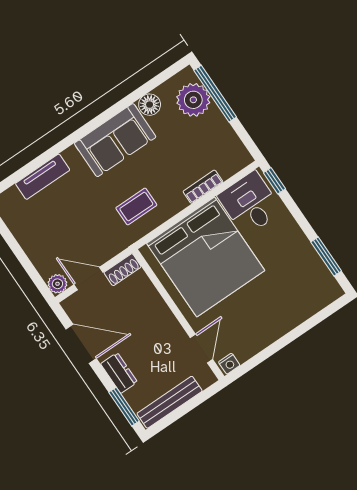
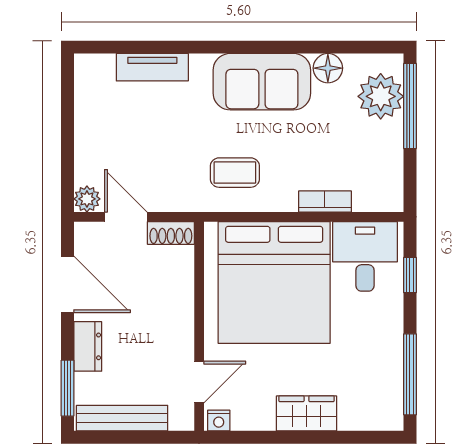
window: (274, 181) -> (410, 275), moved
window: (326, 256) -> (410, 374), width x1.44
wardrobe: (280, 323) -> (306, 413), added

